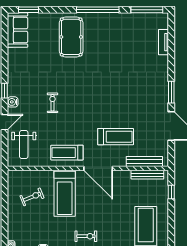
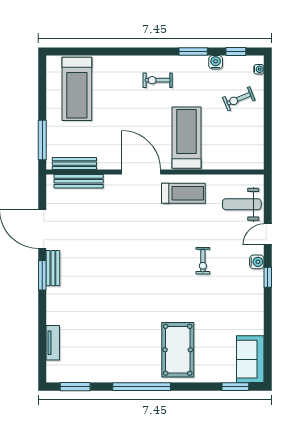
window: (147, 10) -> (75, 387), width x0.69
bench: (163, 97) -> (53, 268), added
treadmill: (116, 137) -> (118, 215), removed
weight bench: (24, 145) -> (242, 204), turned -90
window: (171, 192) -> (42, 140), width x2.17
exercise bike: (32, 197) -> (239, 99), moved

